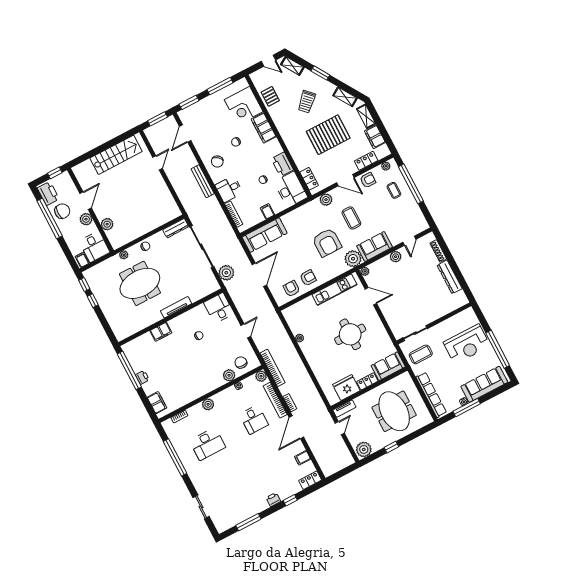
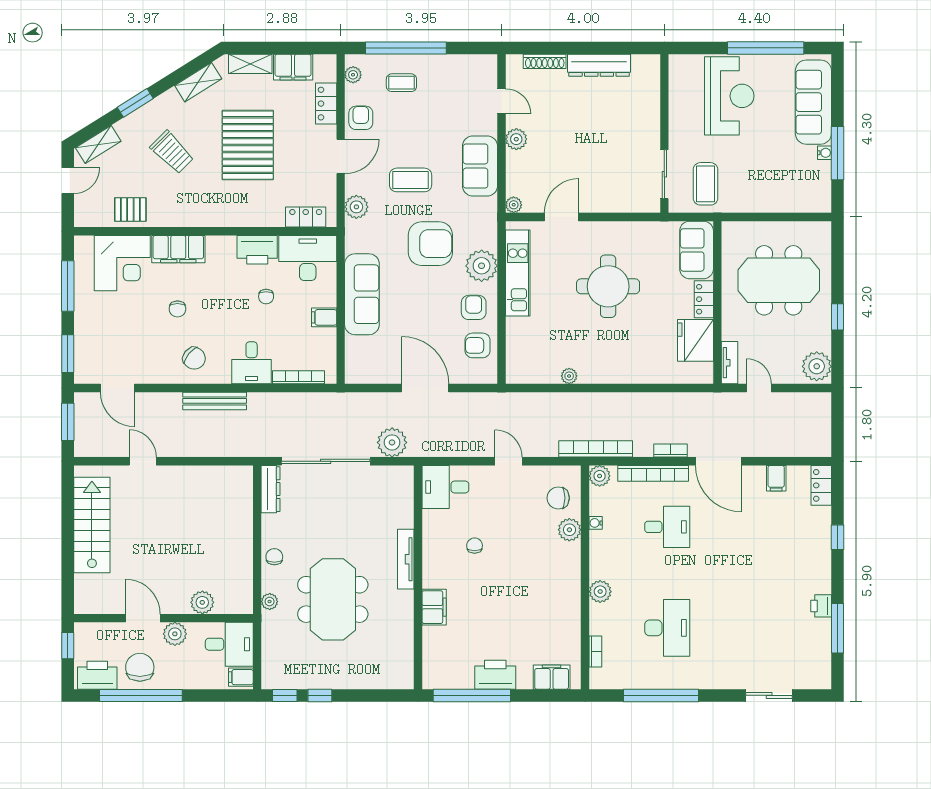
sofa: (265, 235) -> (362, 294), moved
plant: (353, 259) -> (482, 266), moved
printer: (142, 377) -> (495, 675), width x1.87, depth x1.48
row of seats: (431, 395) -> (784, 202), removed
printer: (273, 500) -> (821, 606), moved

